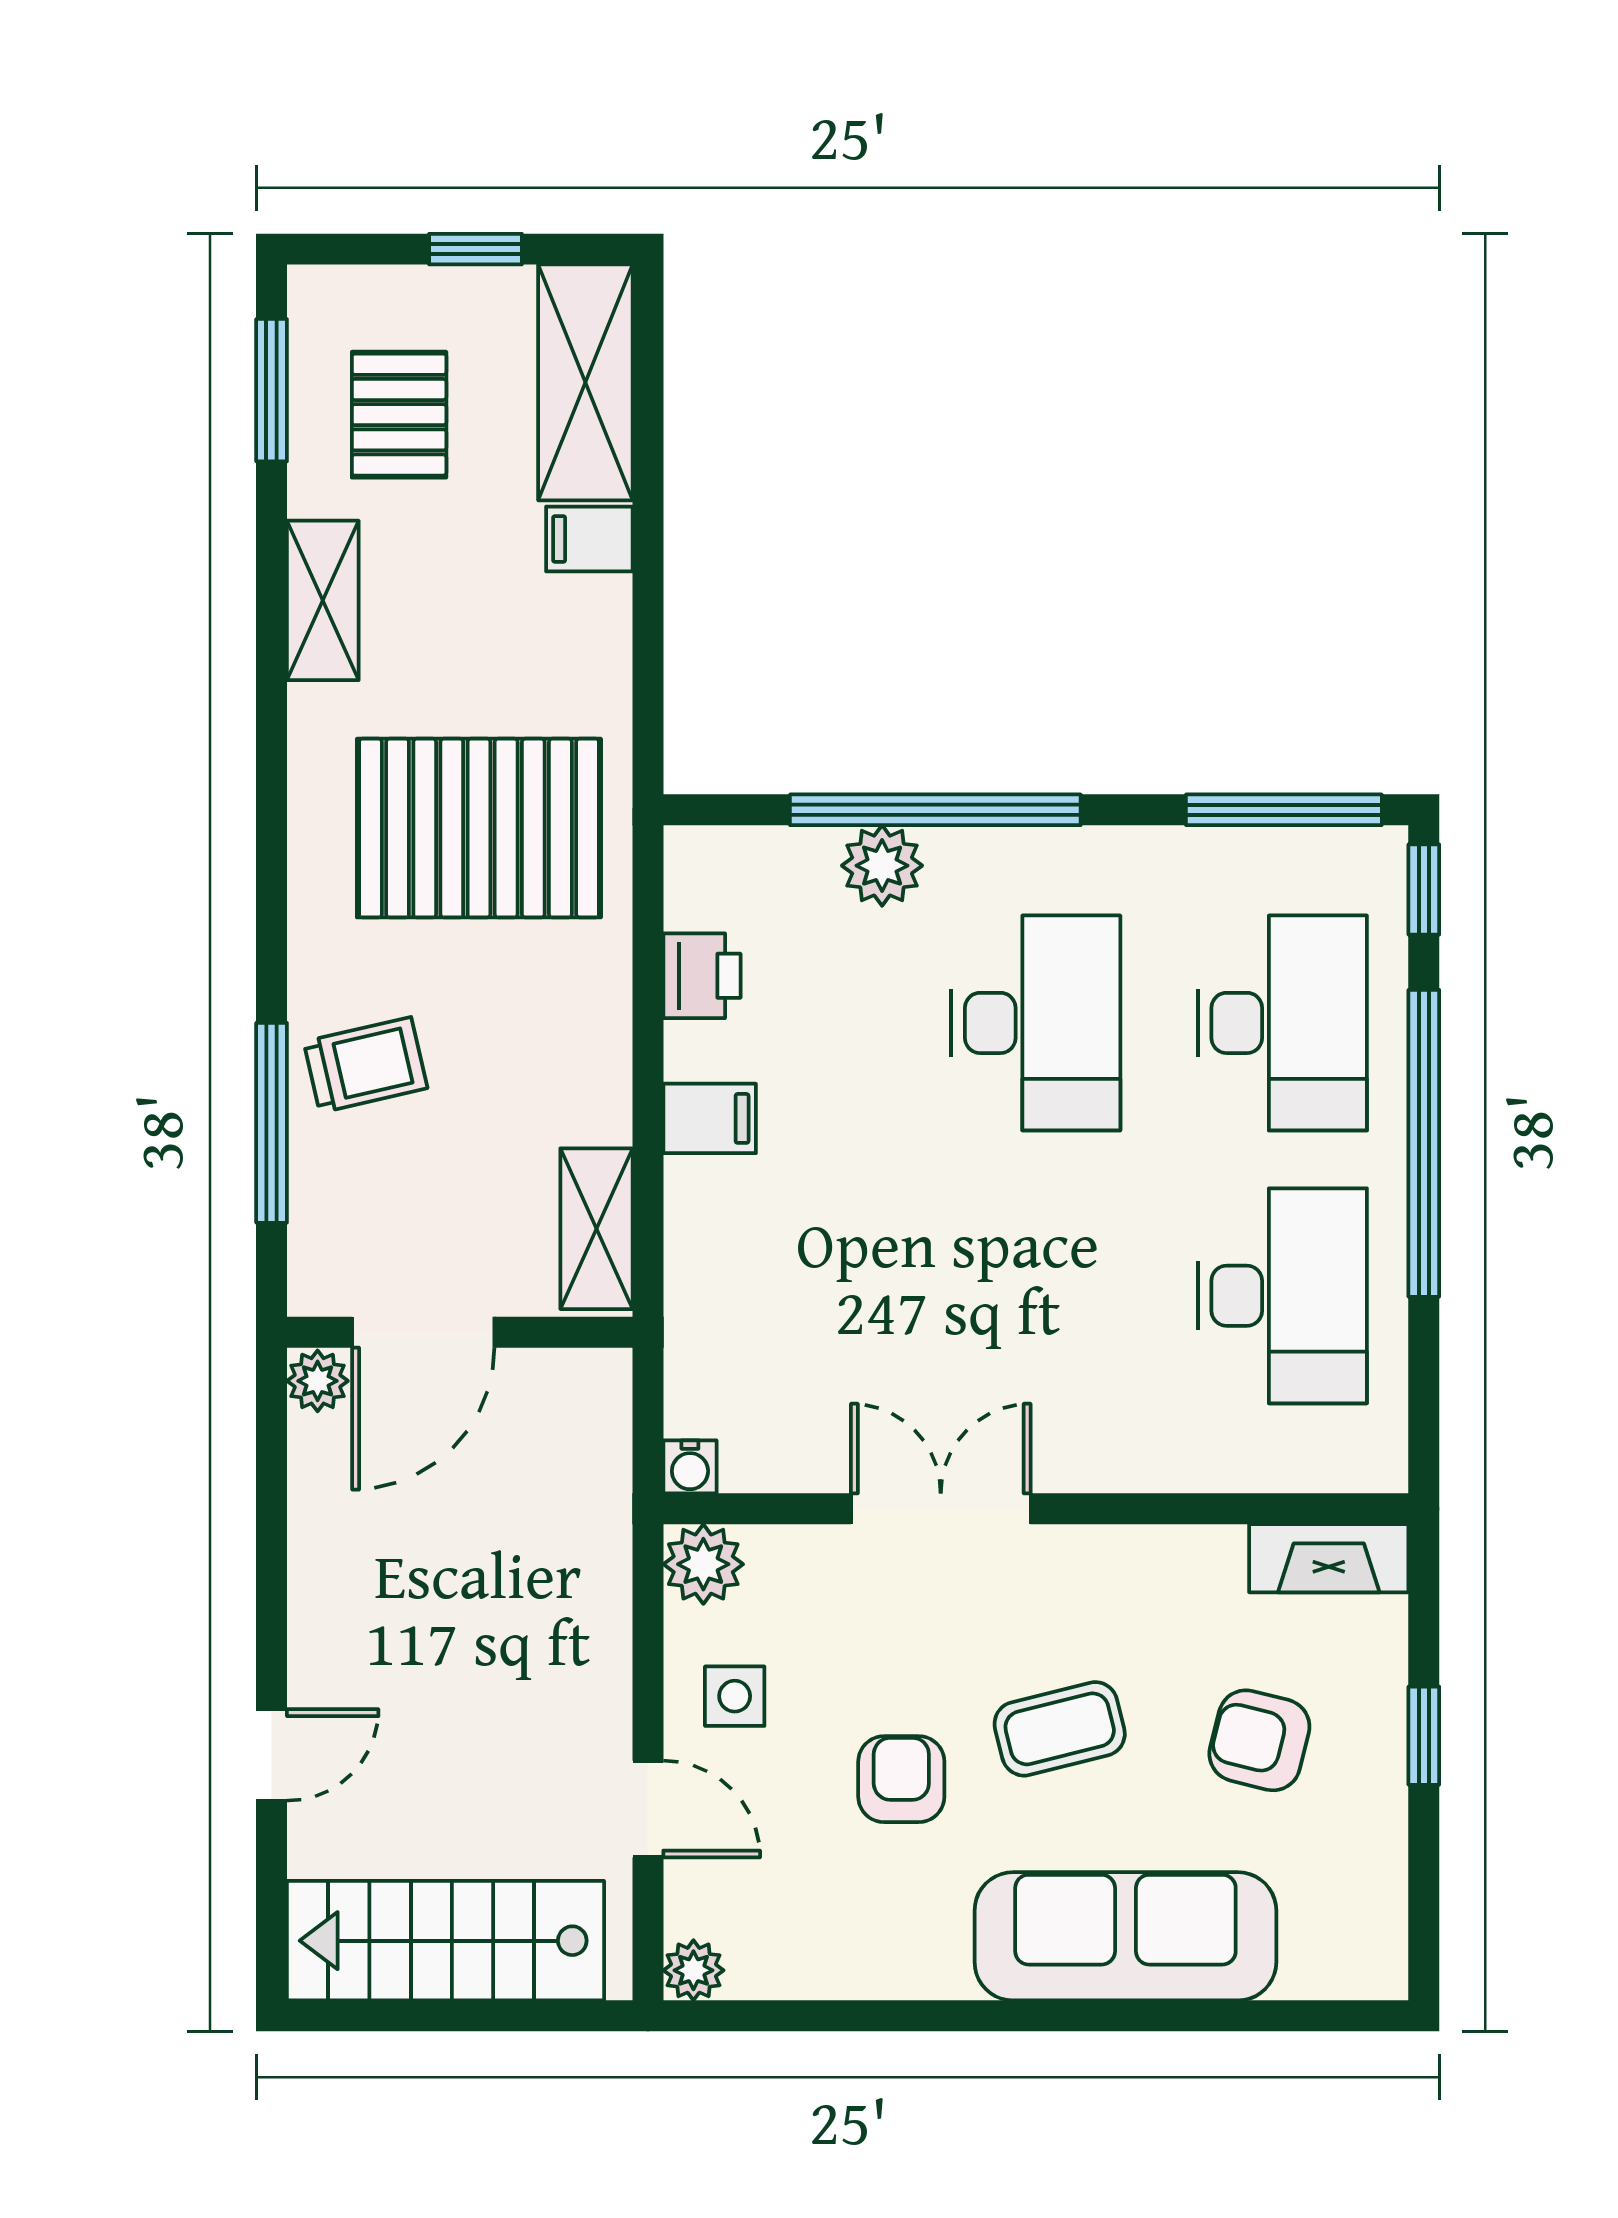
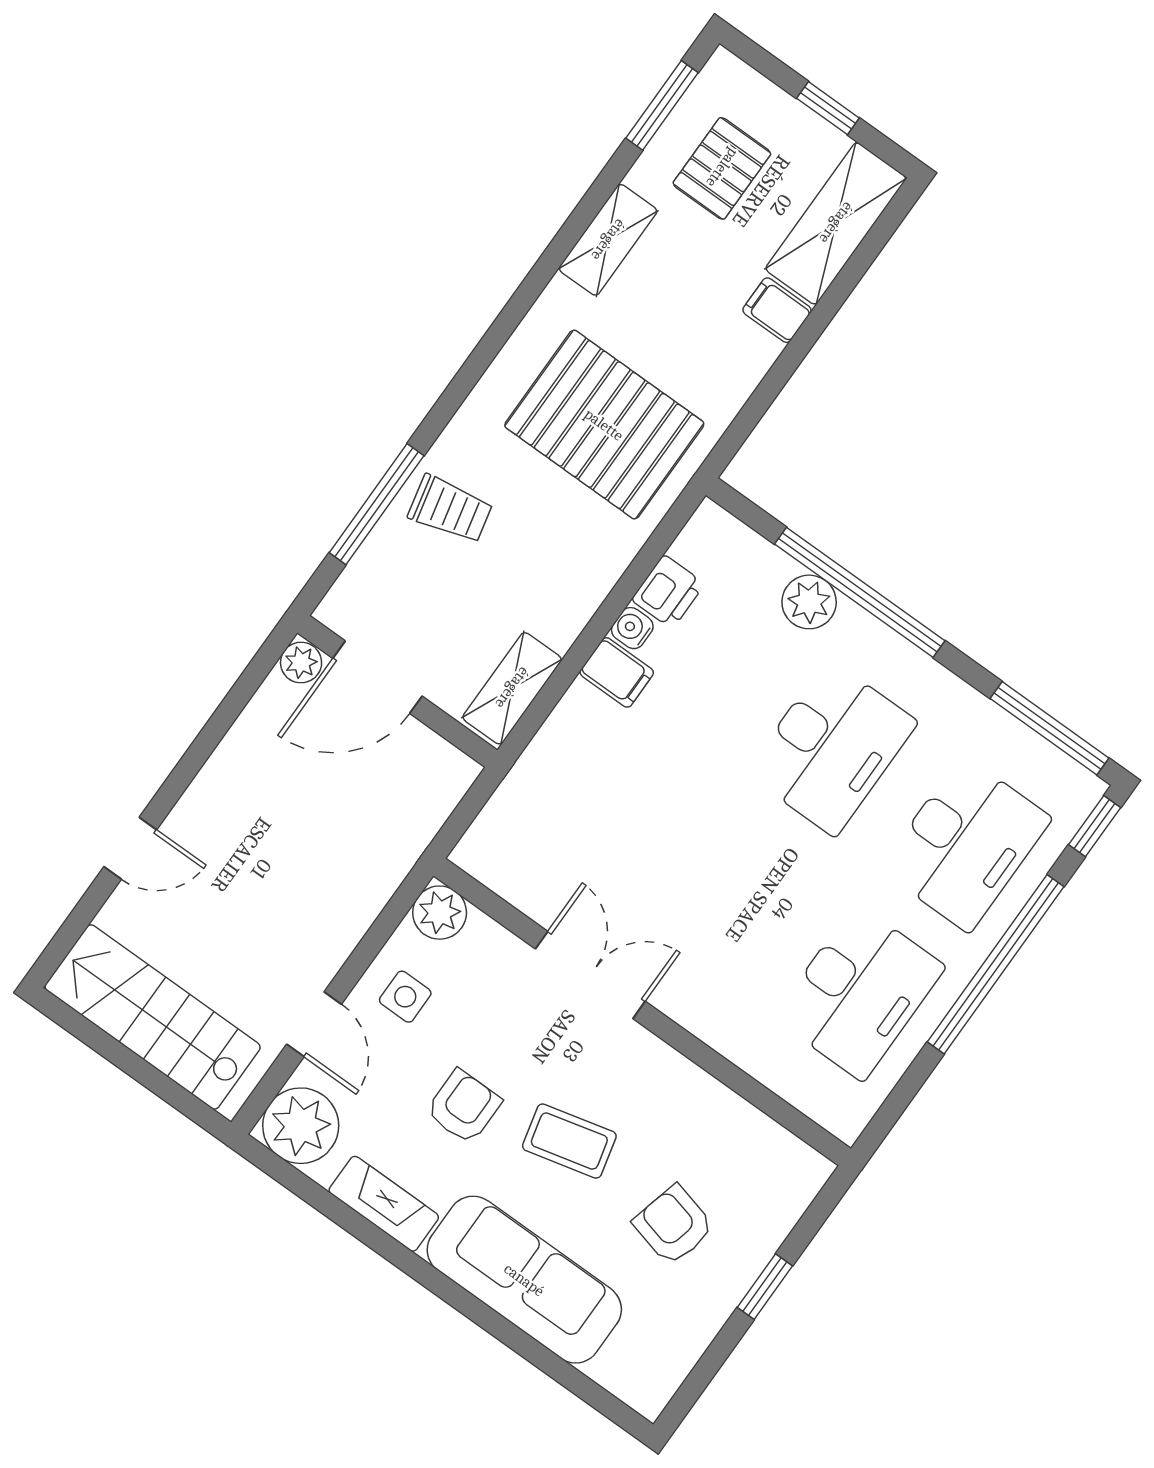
water cooler: (690, 1467) -> (632, 628), moved, turned 90
fireplace: (1329, 1558) -> (384, 1204), moved, turned 180
plant: (693, 1970) -> (301, 1126), width x1.88, depth x1.88

